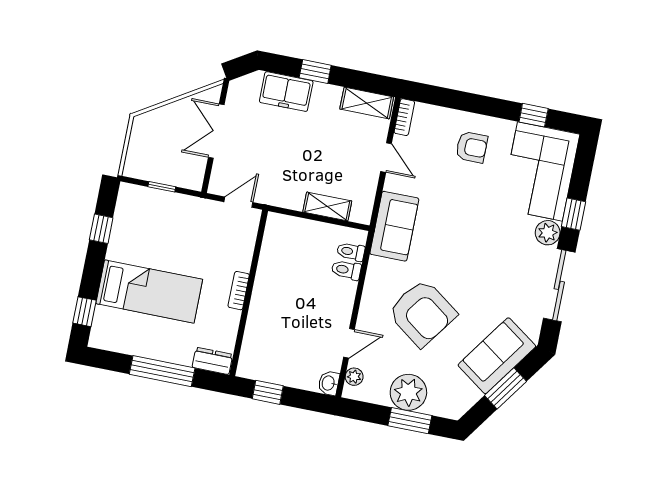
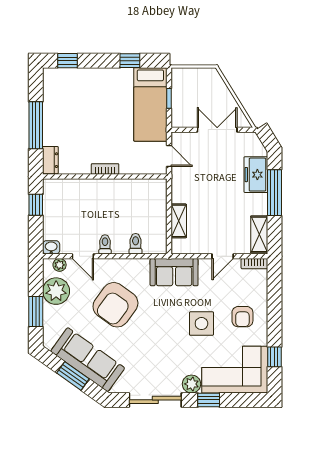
window: (315, 72) -> (274, 193), width x2.17
side table: (470, 203) -> (201, 324), added
toilet: (351, 252) -> (105, 244), moved
bed: (149, 291) -> (150, 104), moved
sofa: (497, 356) -> (88, 360), width x1.36
plant: (408, 392) -> (56, 291), moved

